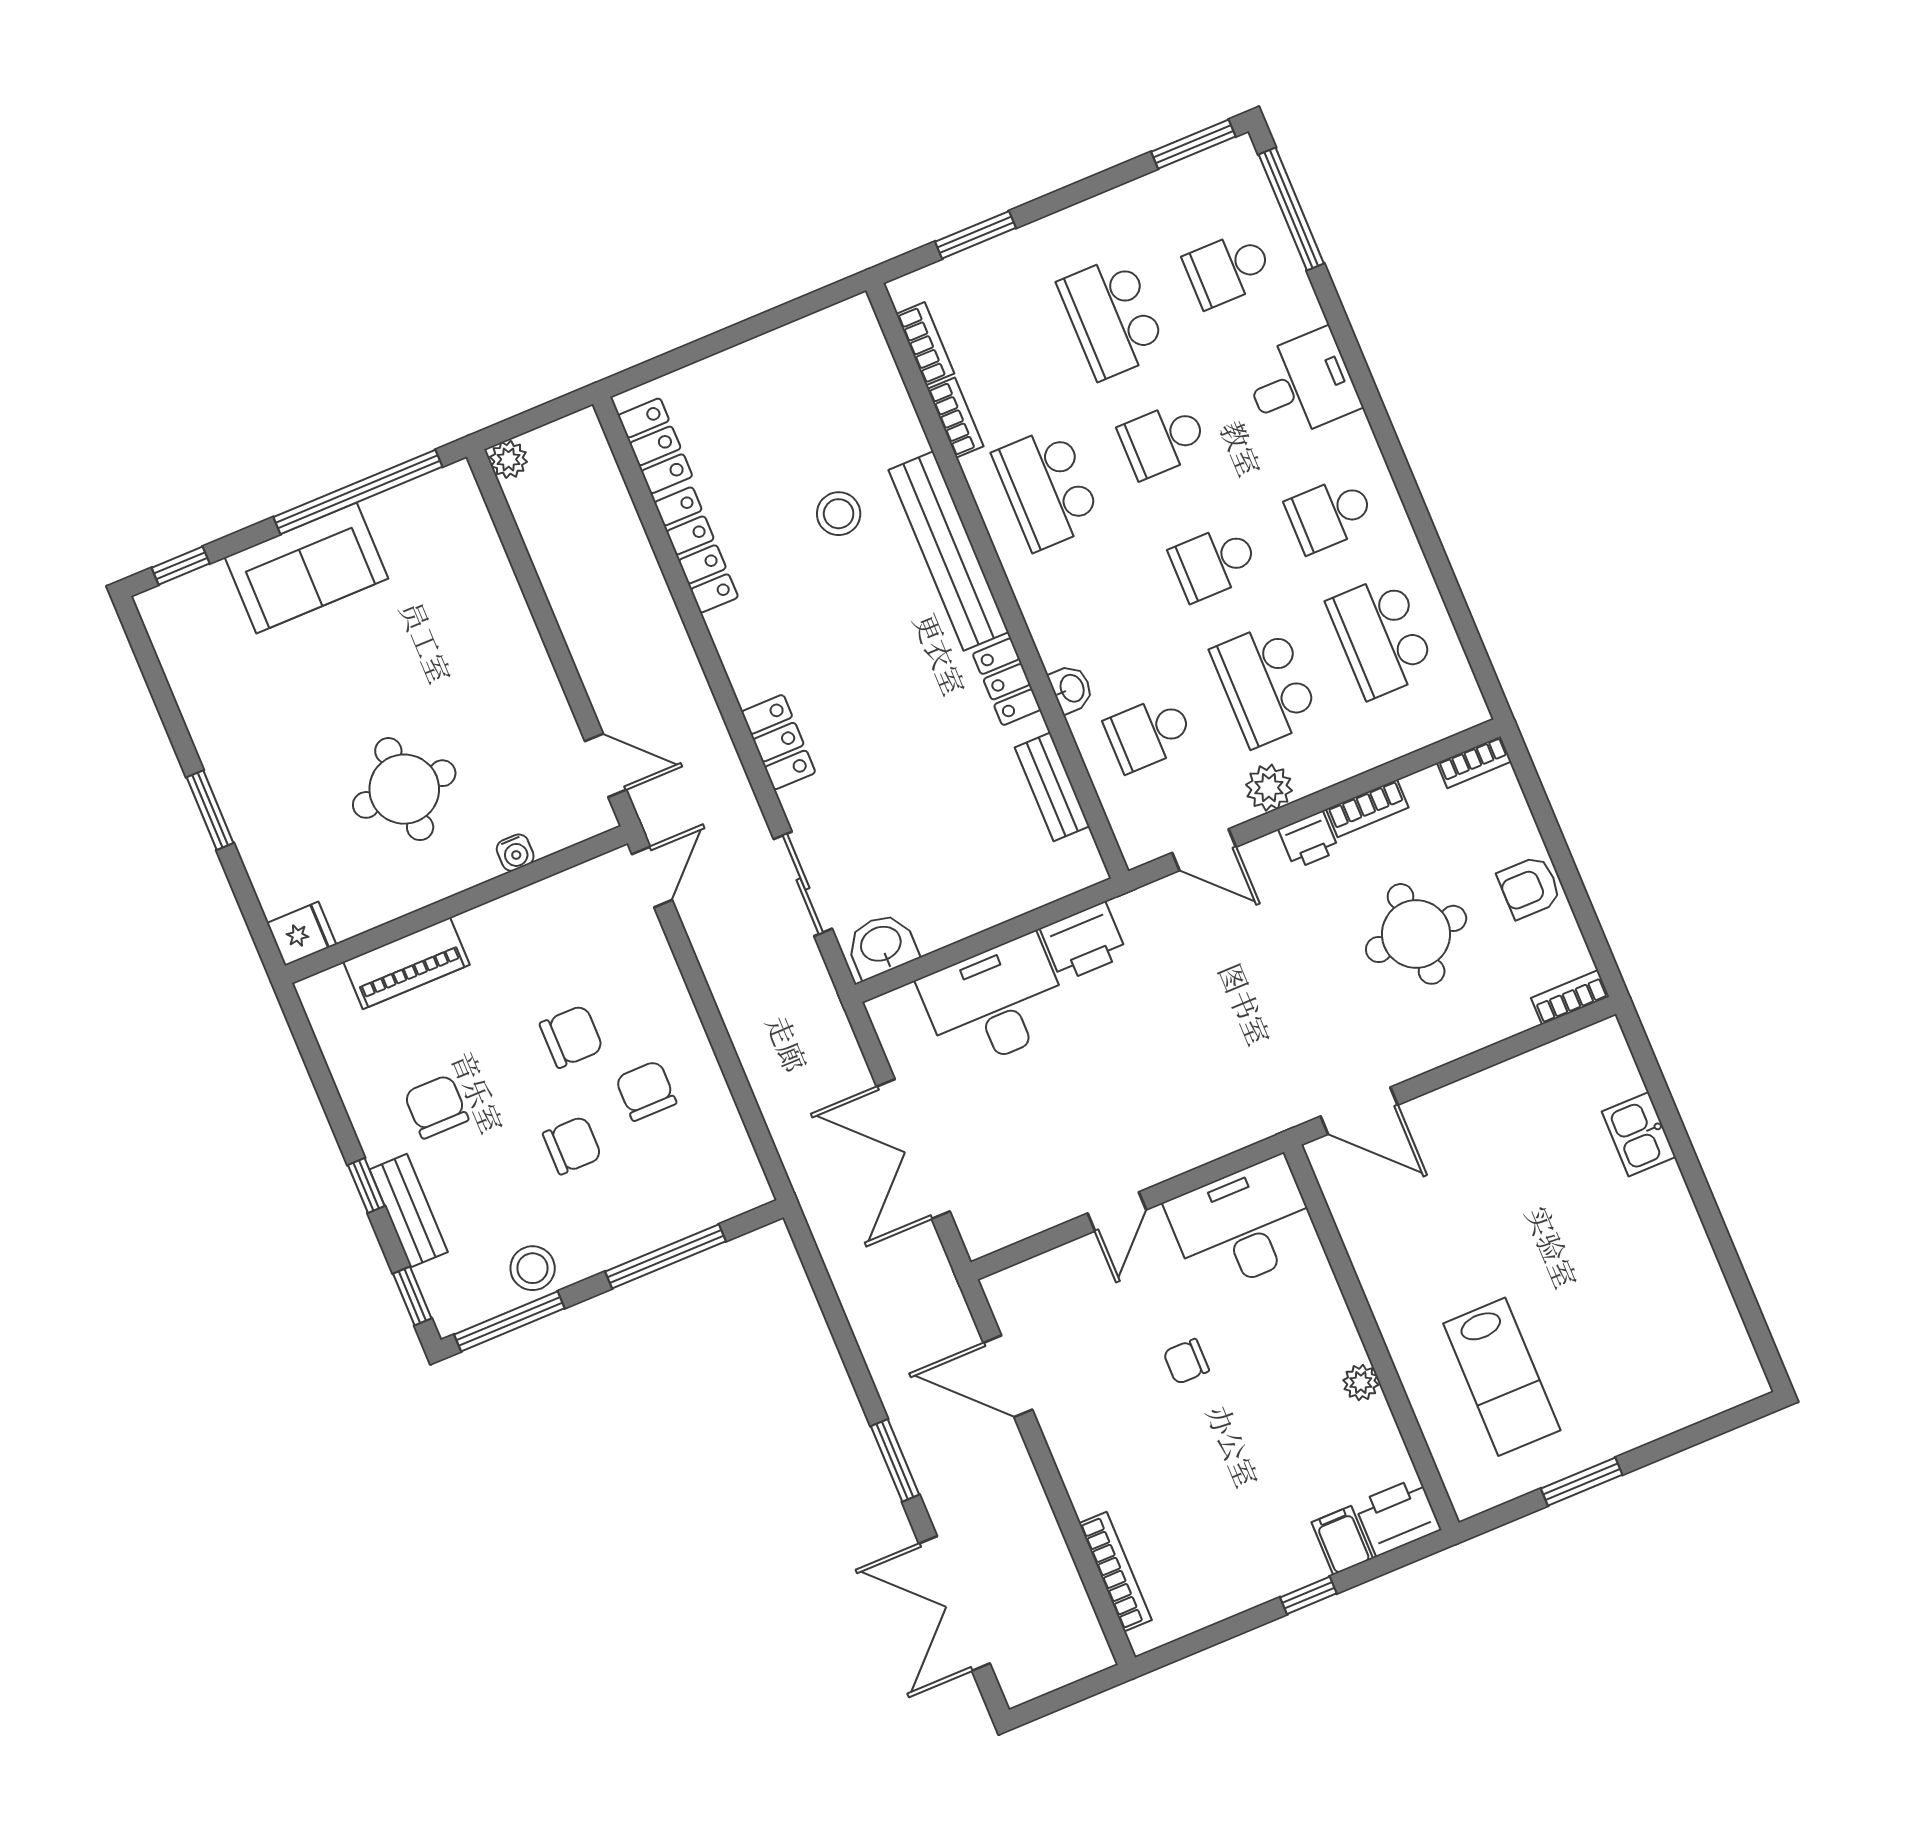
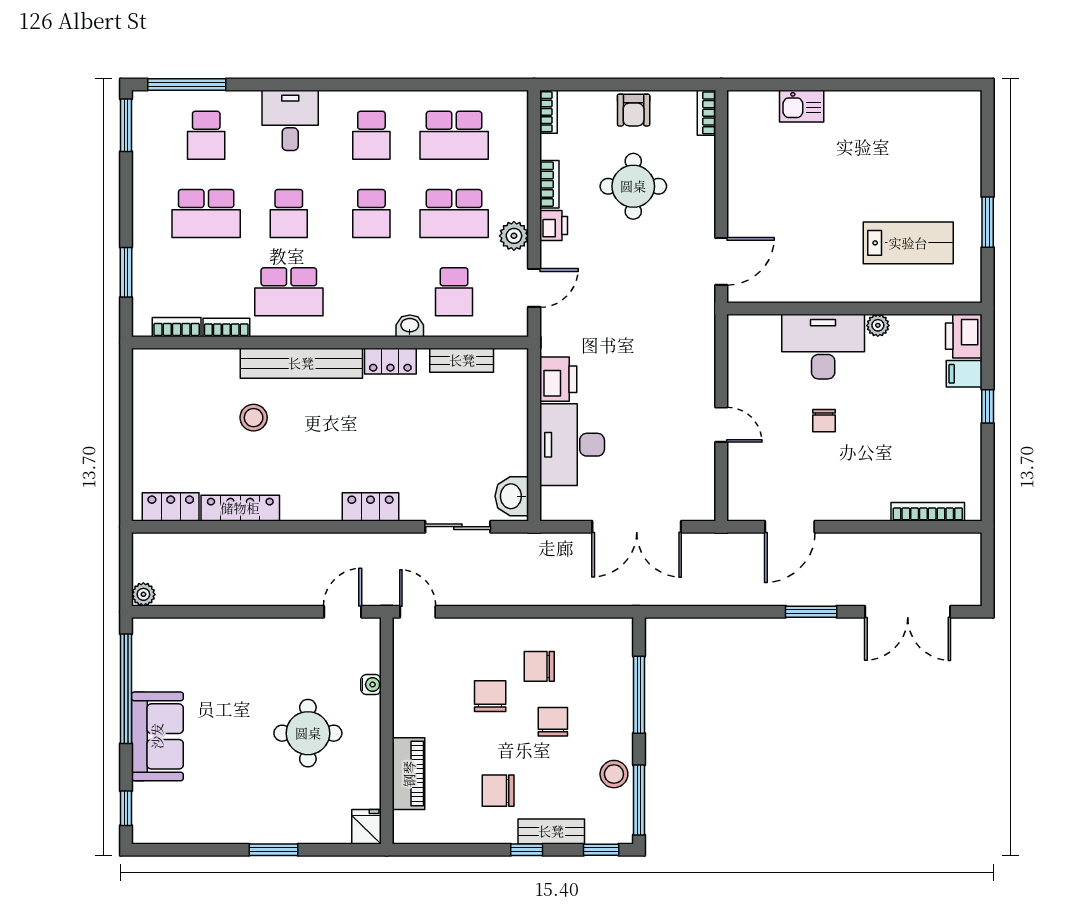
desk: (1243, 1225) -> (823, 347), moved, turned 90

